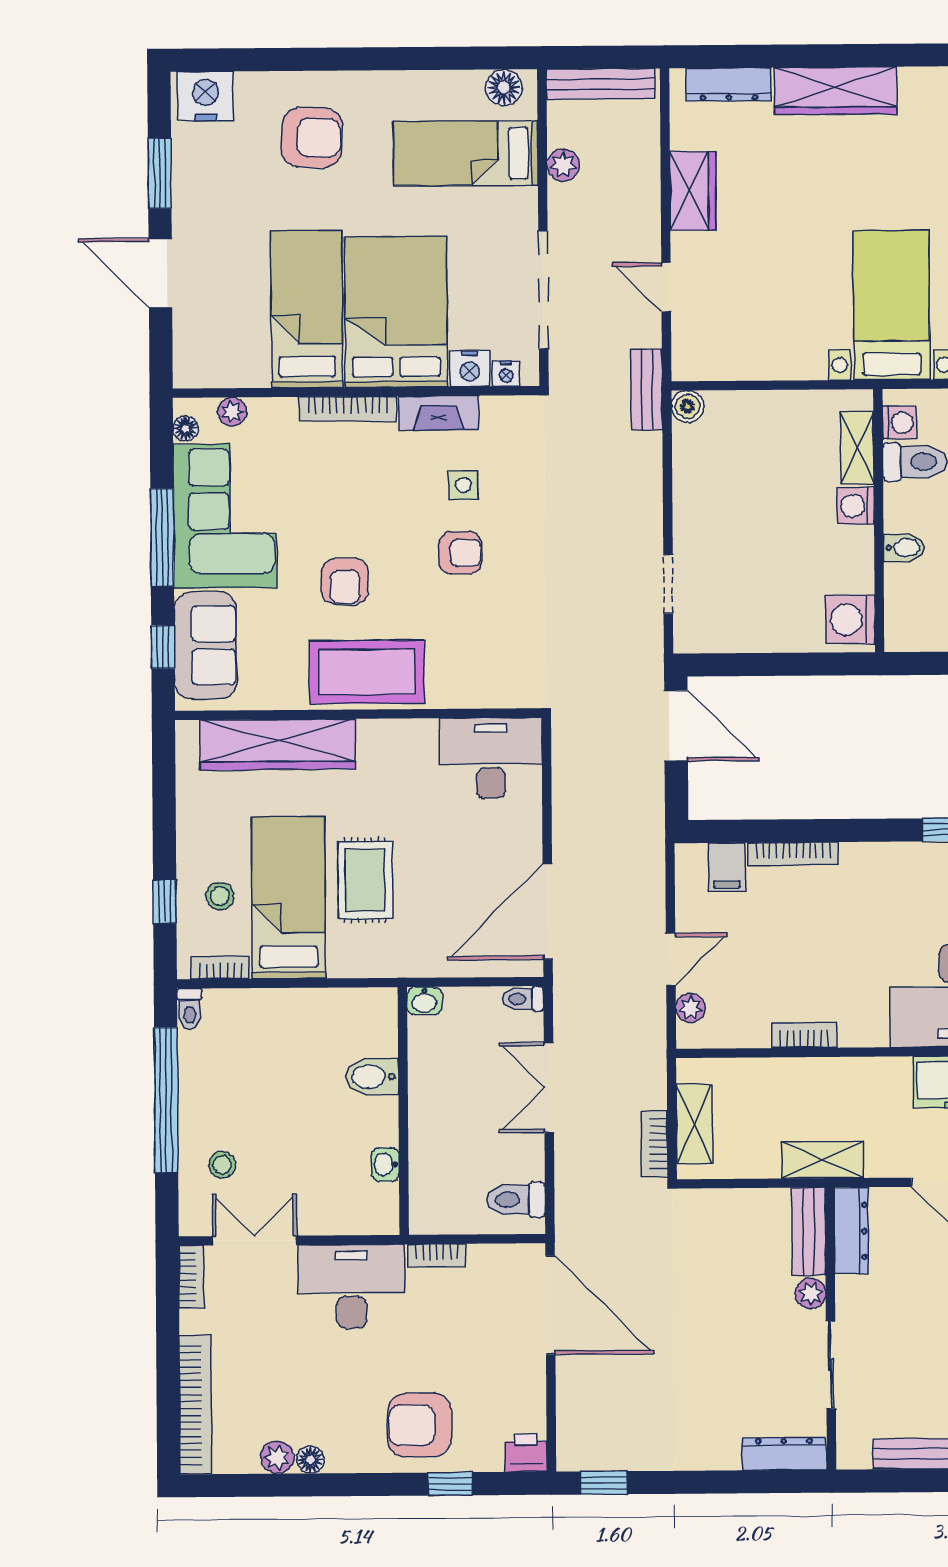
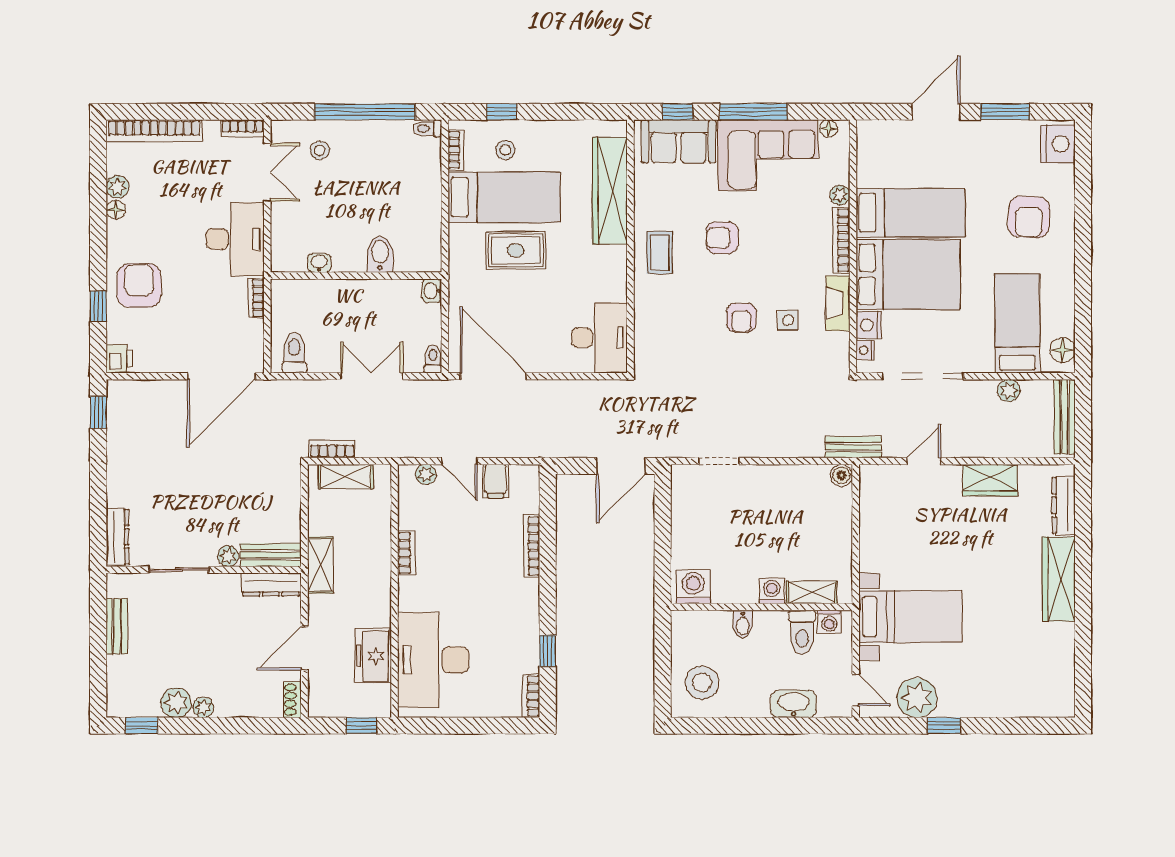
plant: (232, 412) -> (840, 195), moved
coffee table: (367, 672) -> (659, 252), width x0.54, depth x0.58
filing cabinet: (727, 867) -> (496, 481), moved, turned -90

